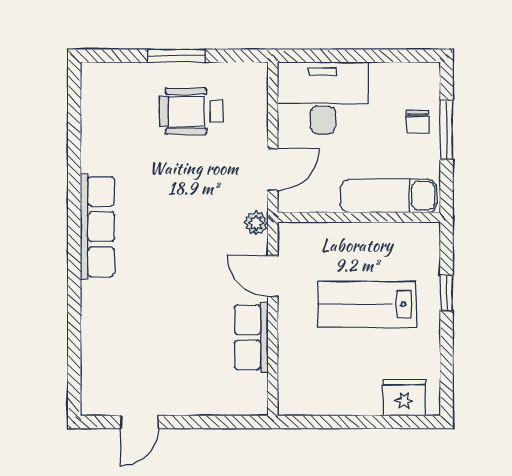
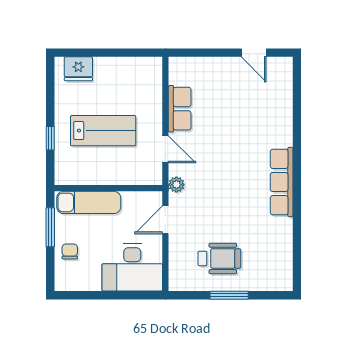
window: (447, 130) -> (50, 227), moved
door: (140, 422) -> (254, 53), swing flipped

